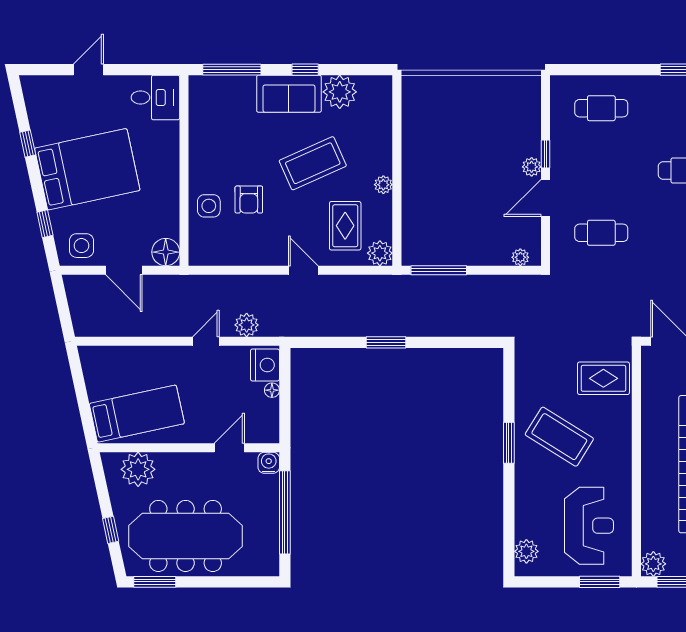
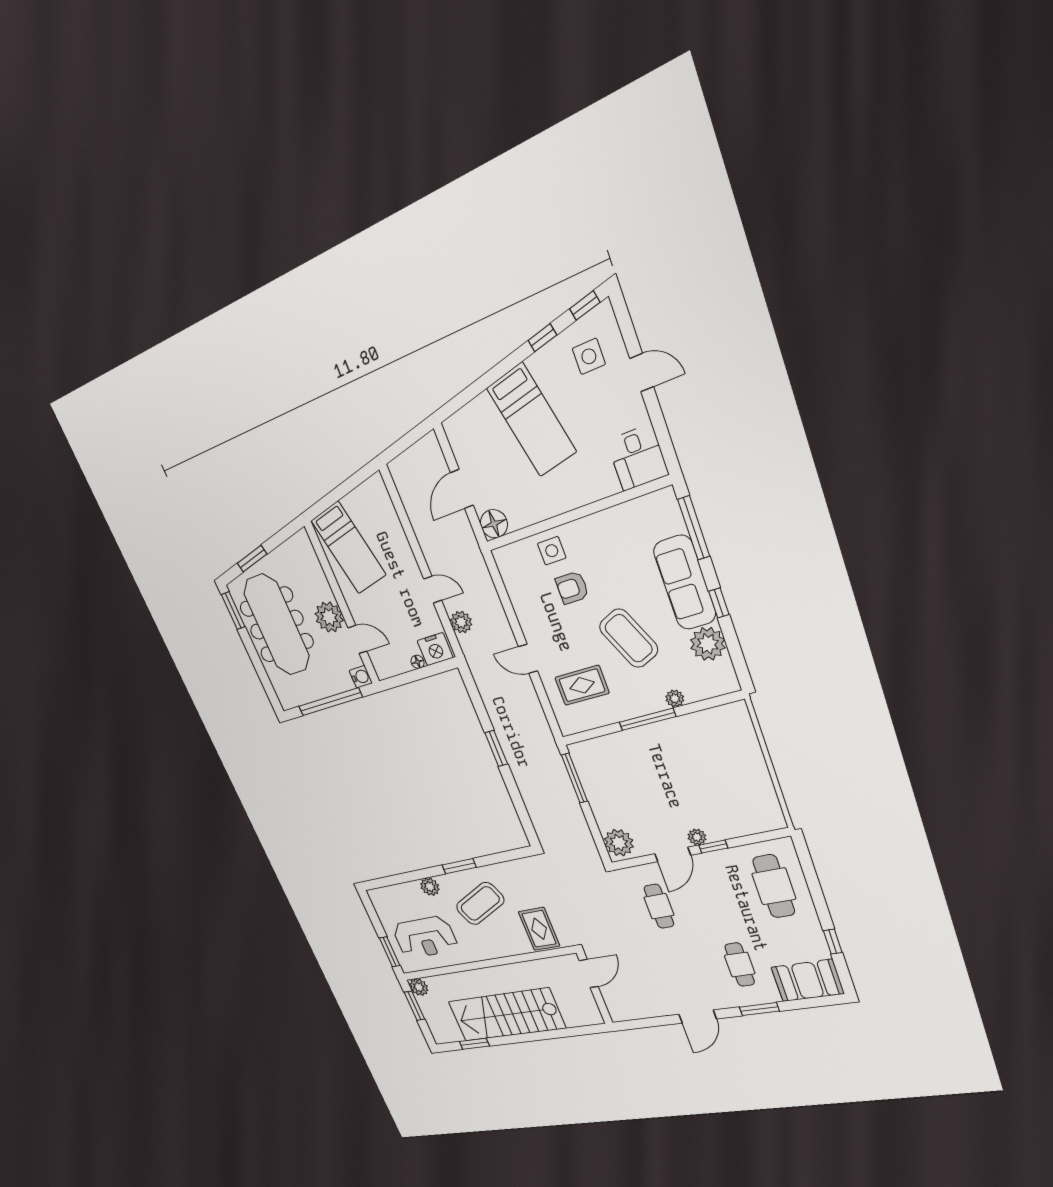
sofa: (289, 94) -> (685, 583), width x1.36
cafe table: (601, 108) -> (774, 886), width x1.37, depth x1.35
bed: (87, 169) -> (531, 420), width x0.67
window: (397, 174) -> (647, 719), added
plant: (383, 185) -> (675, 698), moved
door: (545, 198) -> (673, 854), swing flipped
window: (45, 224) -> (585, 306), moved
side table: (81, 246) -> (589, 356), moved
plant: (380, 253) -> (569, 723), removed
plant: (520, 257) -> (619, 843), width x1.87, depth x1.87
door: (303, 270) -> (528, 659), swing flipped
coffee table: (559, 437) -> (480, 904), turned 33
plant: (138, 469) -> (329, 617), moved
window: (111, 530) -> (252, 559), width x1.50
plant: (526, 551) -> (430, 887), moved

